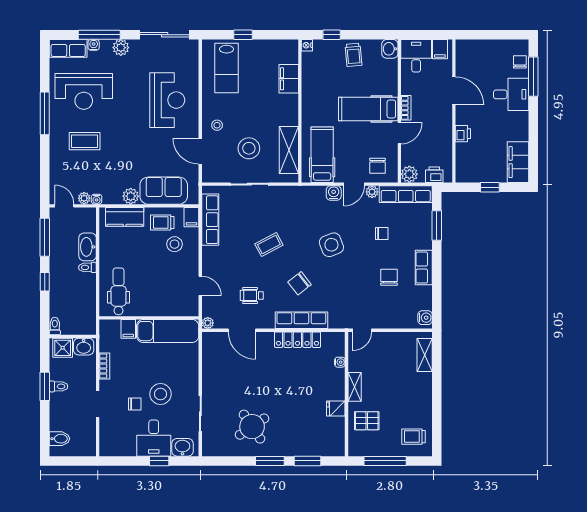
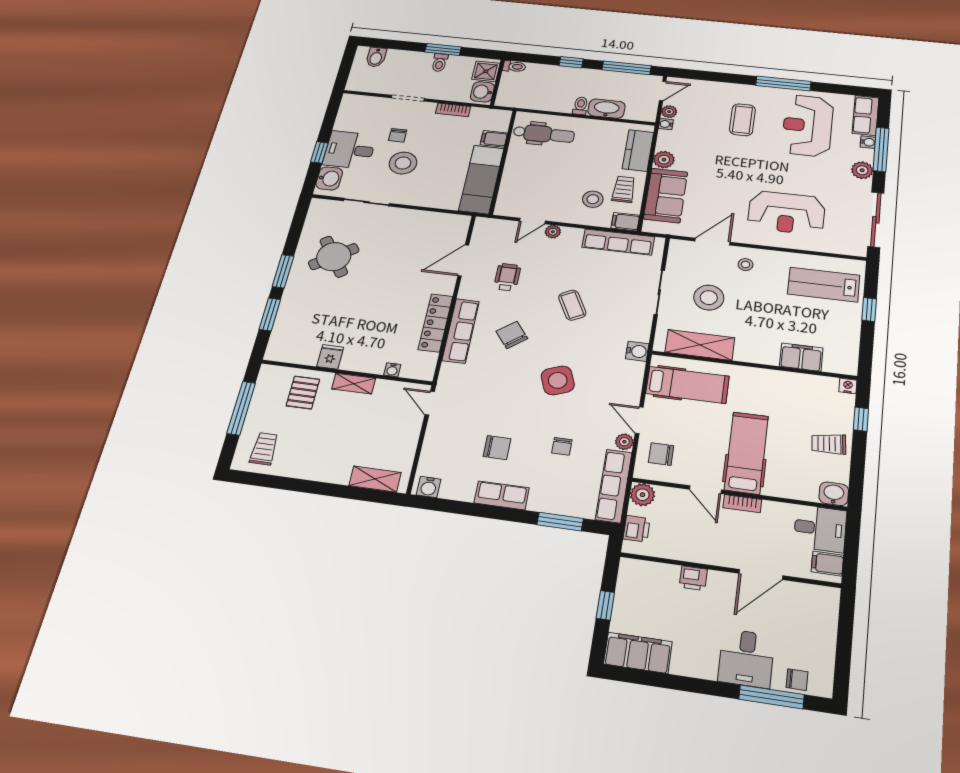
water cooler: (334, 193) -> (637, 351), moved
plant: (208, 323) -> (553, 232), moved

